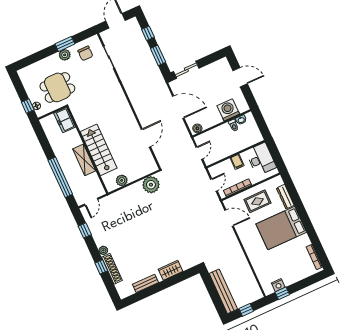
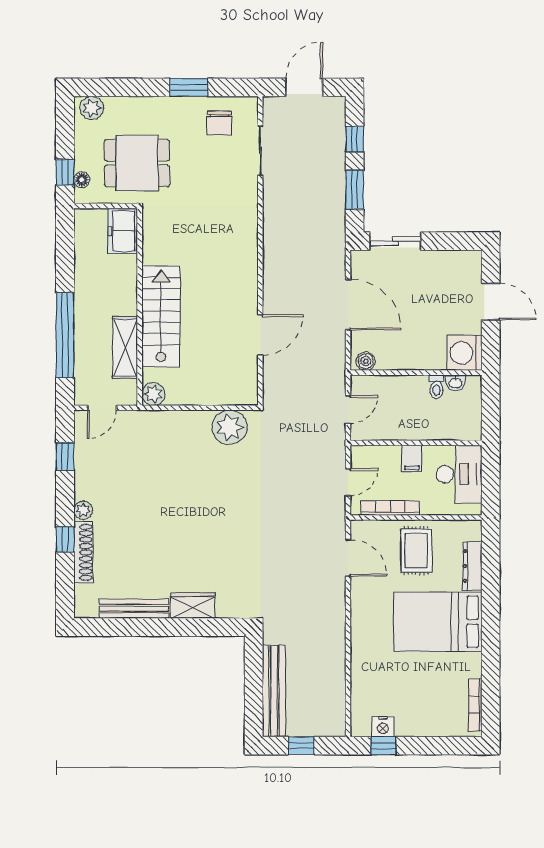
plant: (65, 55) -> (92, 108), moved
washing machine: (228, 110) -> (464, 353), moved, turned -90
shelving: (84, 160) -> (125, 348), moved
plant: (122, 180) -> (153, 394), moved
rug: (257, 201) -> (416, 551), turned 90
bench: (145, 283) -> (134, 609), width x1.36

